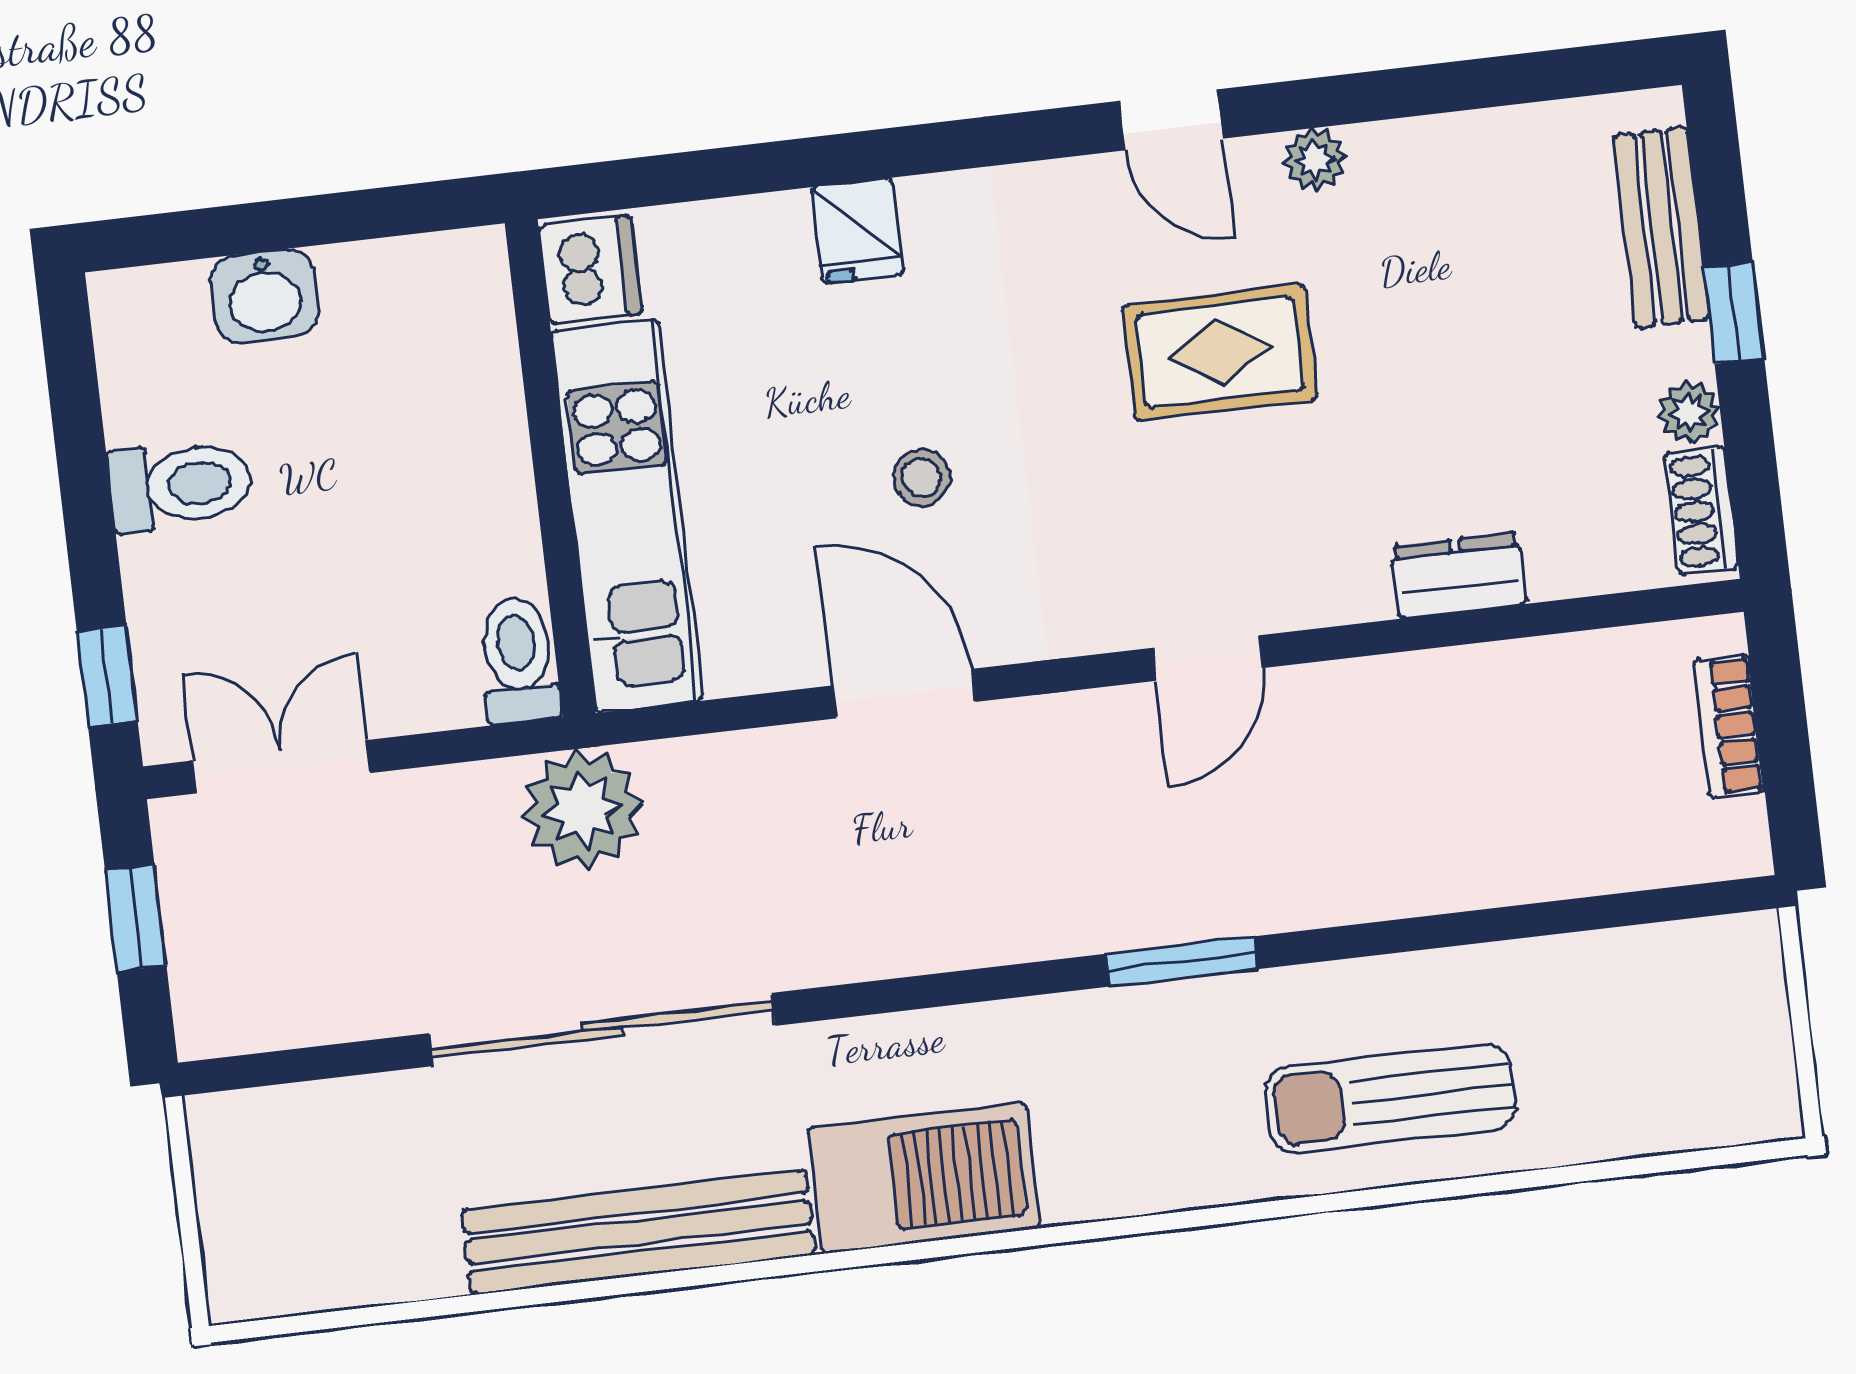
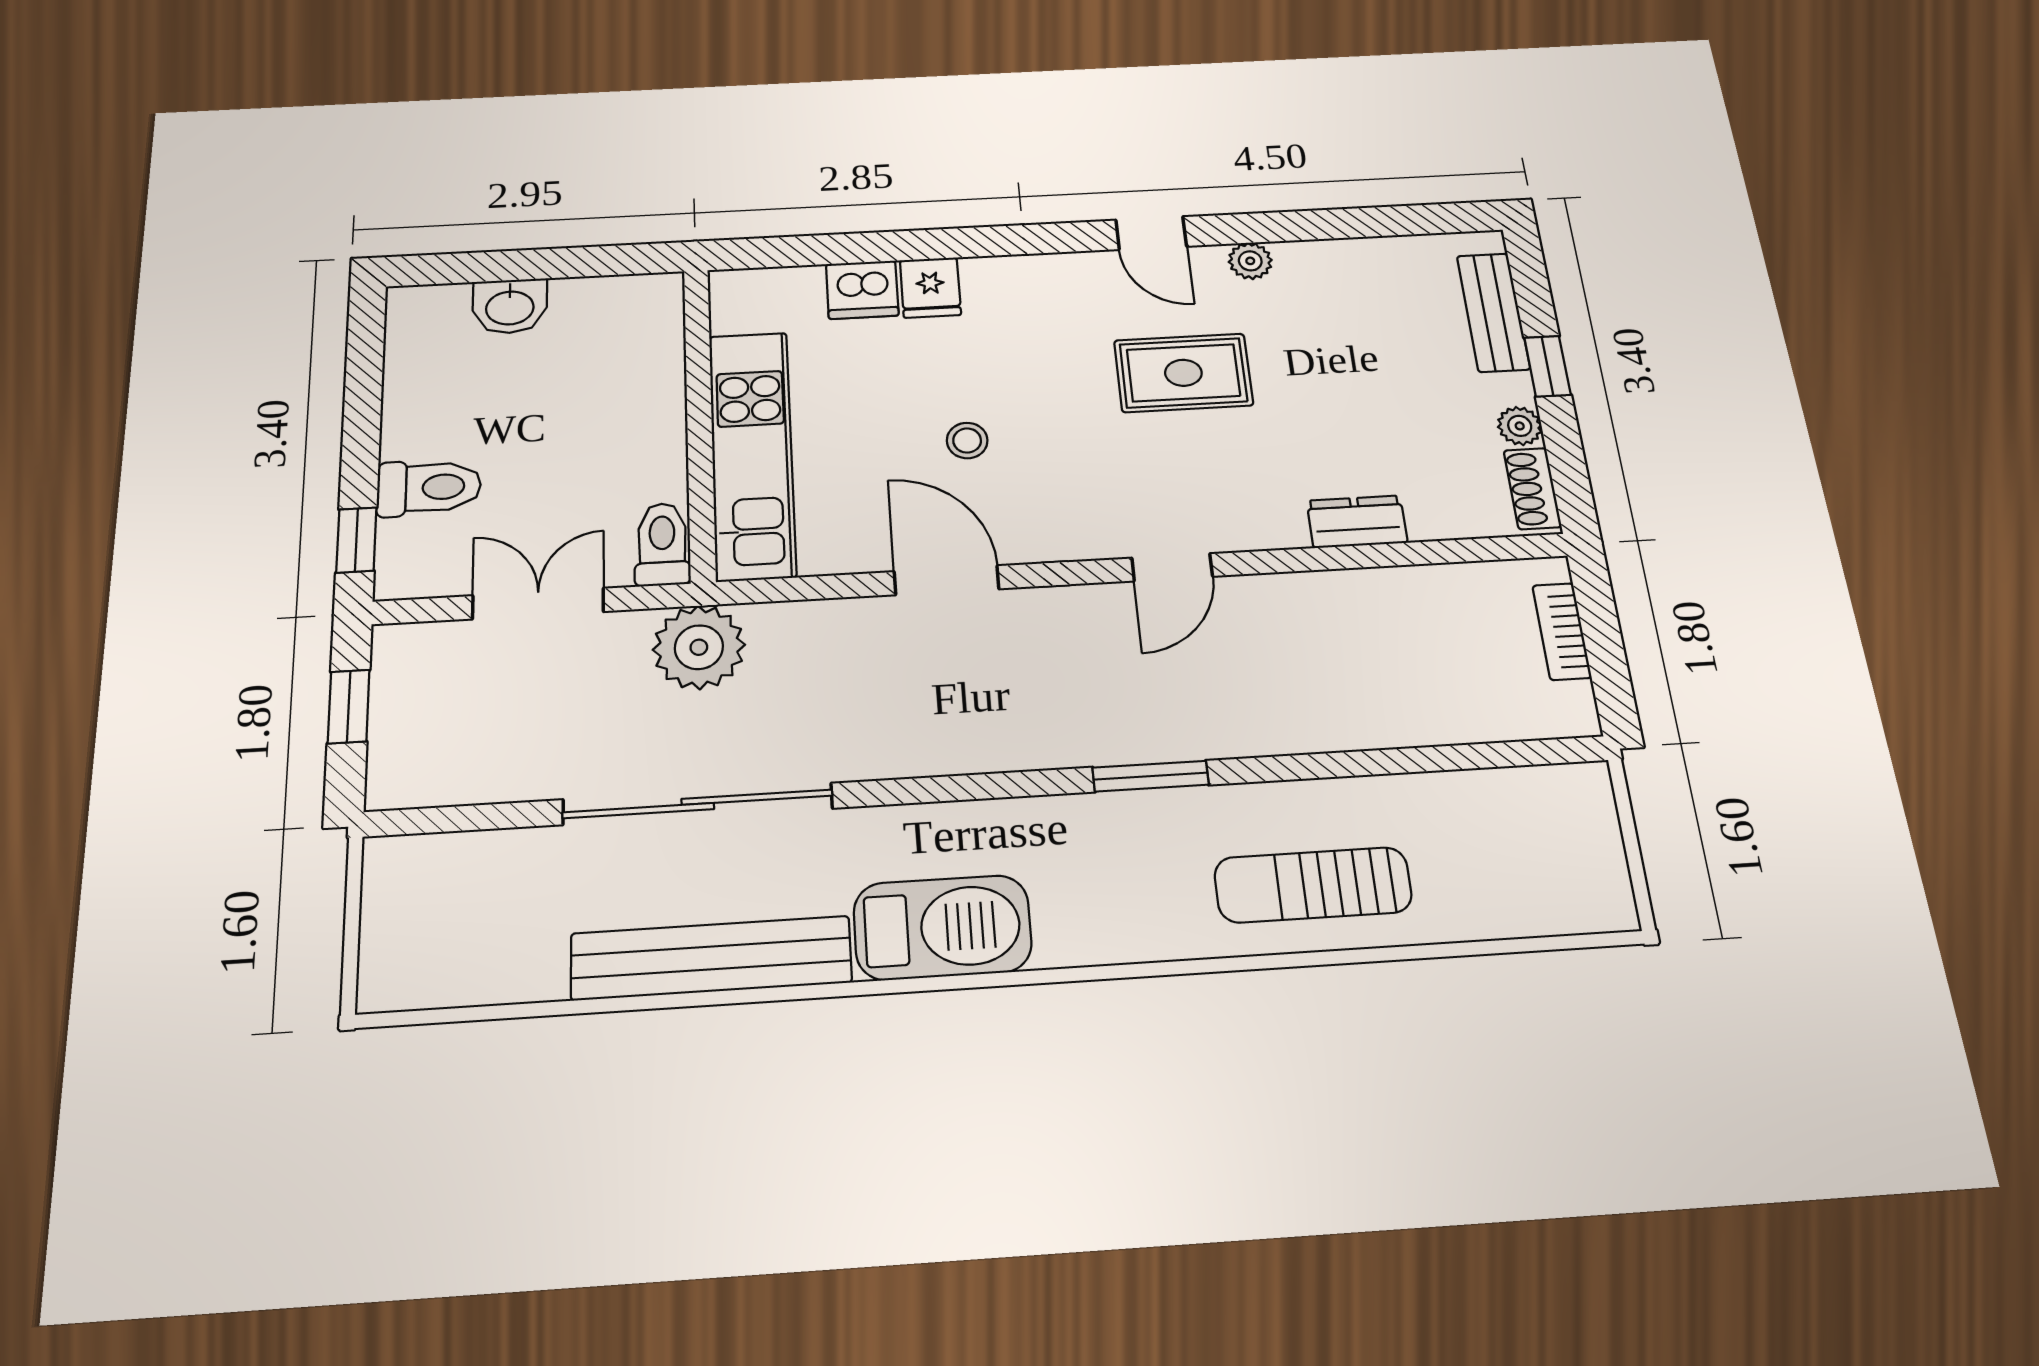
dishwasher: (590, 270) -> (862, 290), moved, turned 90
toilet: (180, 485) -> (429, 488), moved
double door: (282, 767) -> (538, 604), moved

